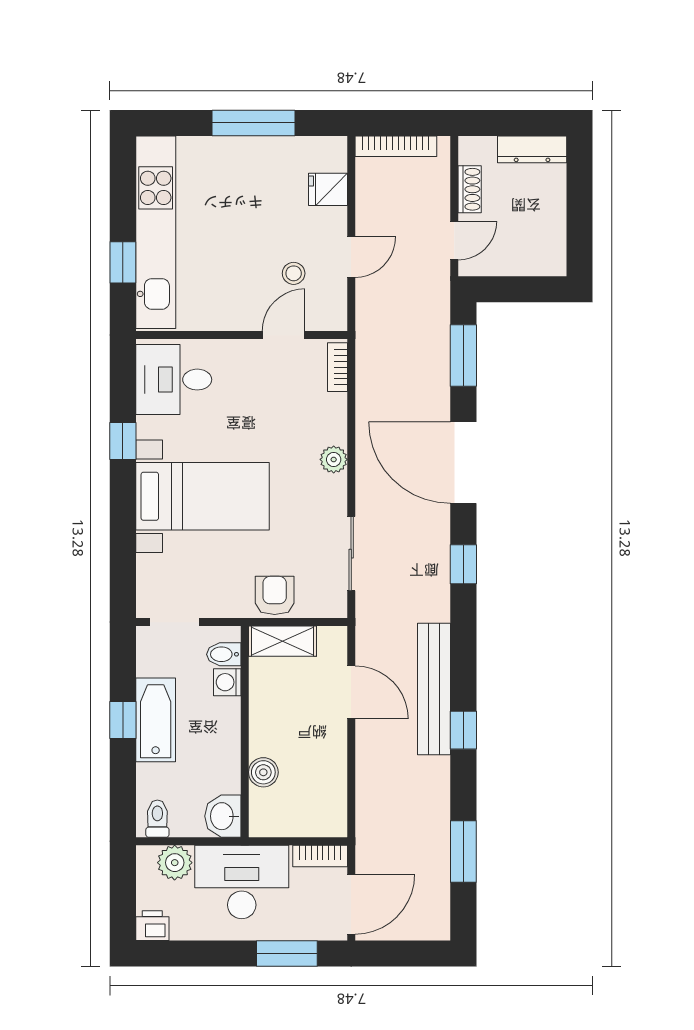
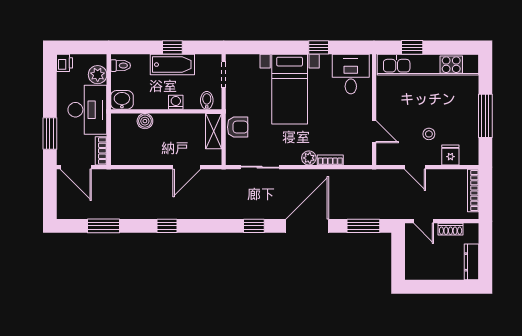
stool: (294, 273) -> (429, 134), moved
bookcase: (337, 367) -> (330, 160), moved
washing machine: (227, 682) -> (176, 102), moved
bench: (434, 689) -> (189, 211), removed

